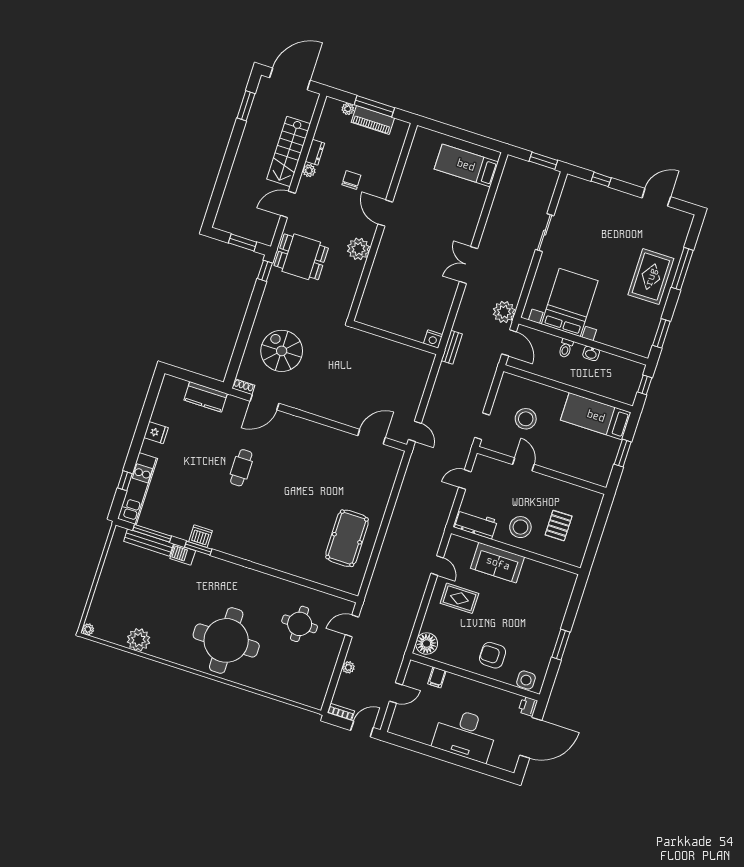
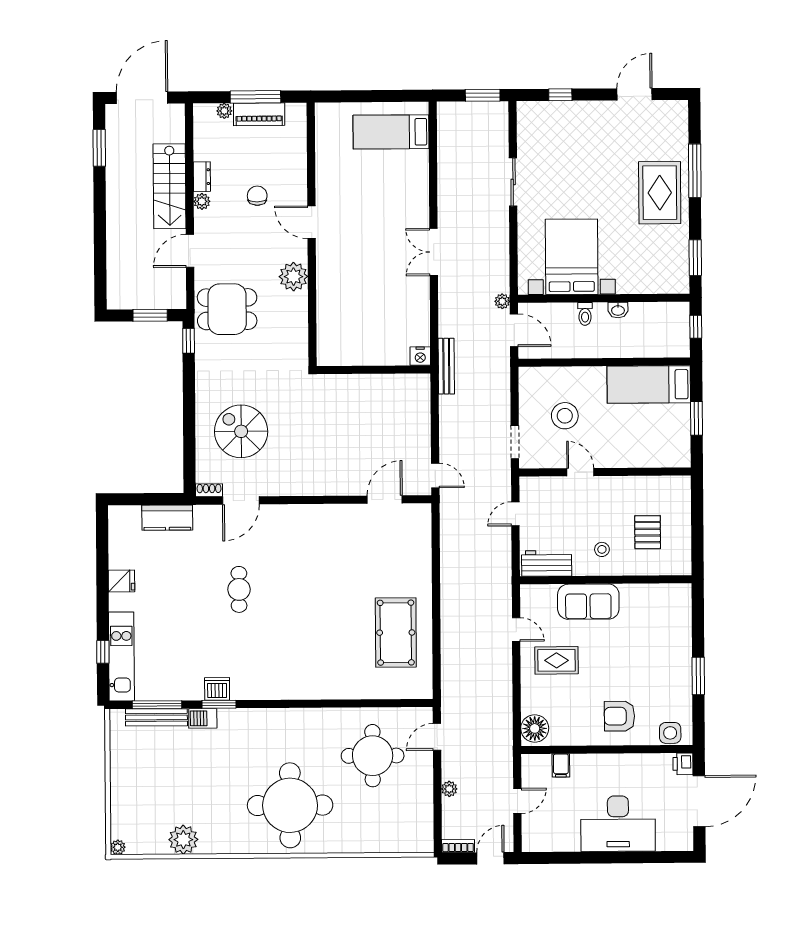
plant: (504, 312) -> (502, 301), width x0.53, depth x0.53
bench: (452, 347) -> (446, 366), width x1.36
stool: (520, 527) -> (602, 549), width x0.53, depth x0.53
round table: (300, 624) -> (373, 756), width x1.36, depth x1.36

